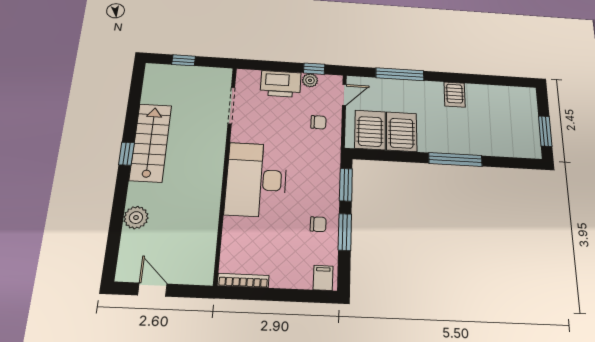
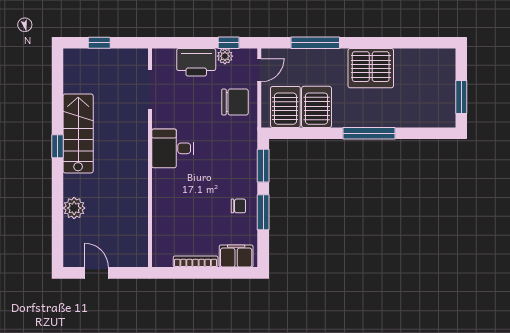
server rack: (455, 95) -> (371, 68), width x2.18, depth x1.44
chair: (318, 122) -> (235, 102), width x1.87, depth x1.87
desk: (256, 180) -> (173, 148), width x0.53, depth x0.77
filing cabinet: (323, 278) -> (236, 256), width x2.00
bookcase: (243, 281) -> (196, 262), moved

